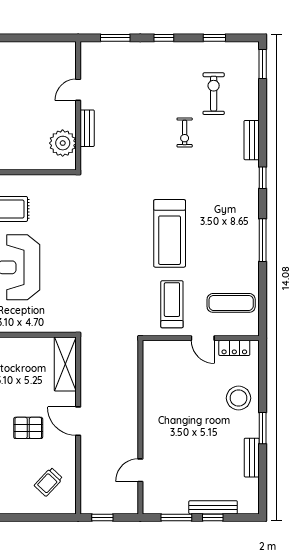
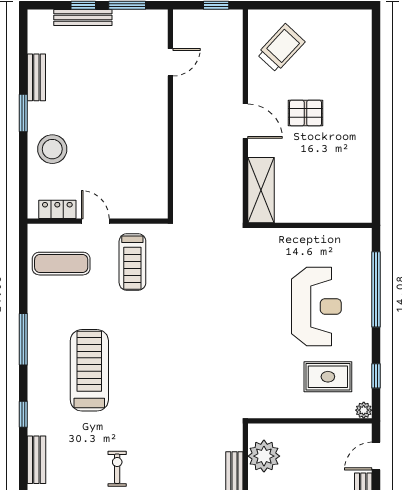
treadmill: (170, 233) -> (89, 370), moved
trolley: (48, 482) -> (281, 48), width x1.36, depth x1.39

